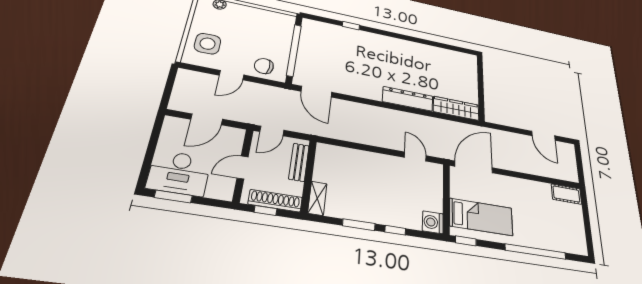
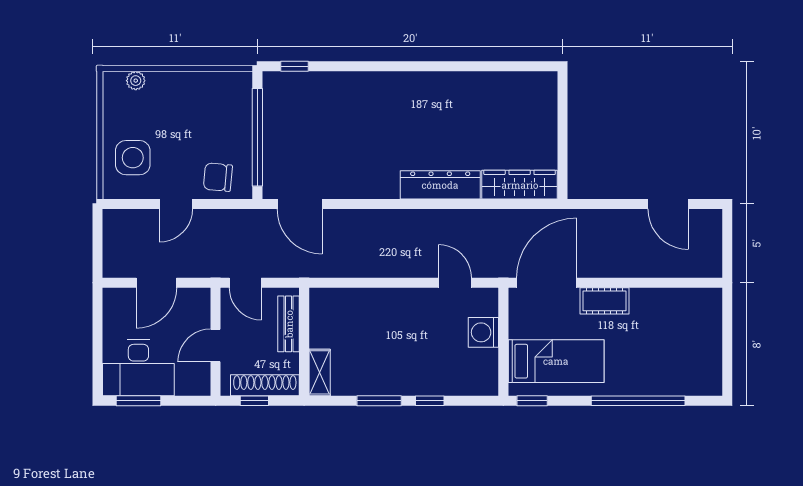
window: (351, 26) -> (295, 66), moved
door: (272, 131) -> (245, 283), hinge flipped
cot: (566, 194) -> (604, 301), moved
washing machine: (433, 222) -> (483, 332), moved

